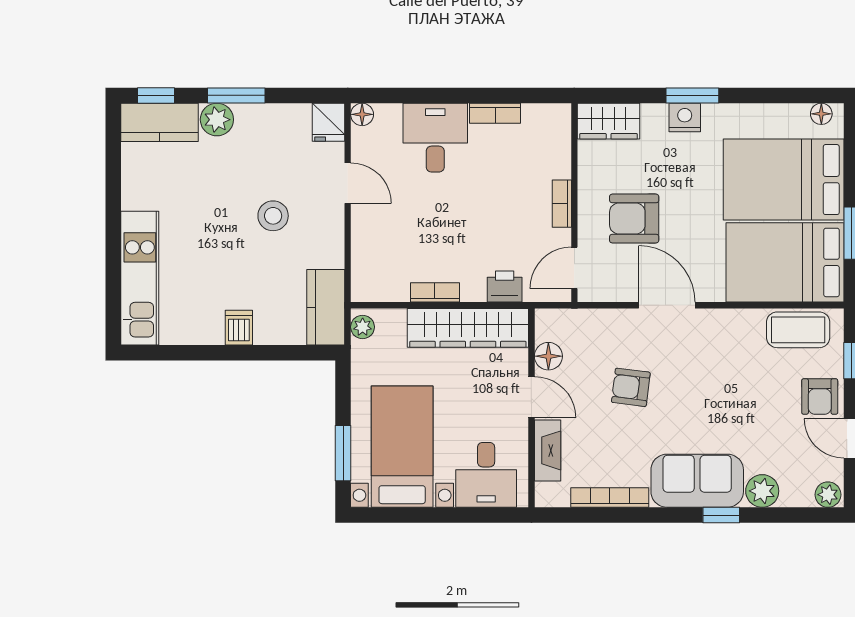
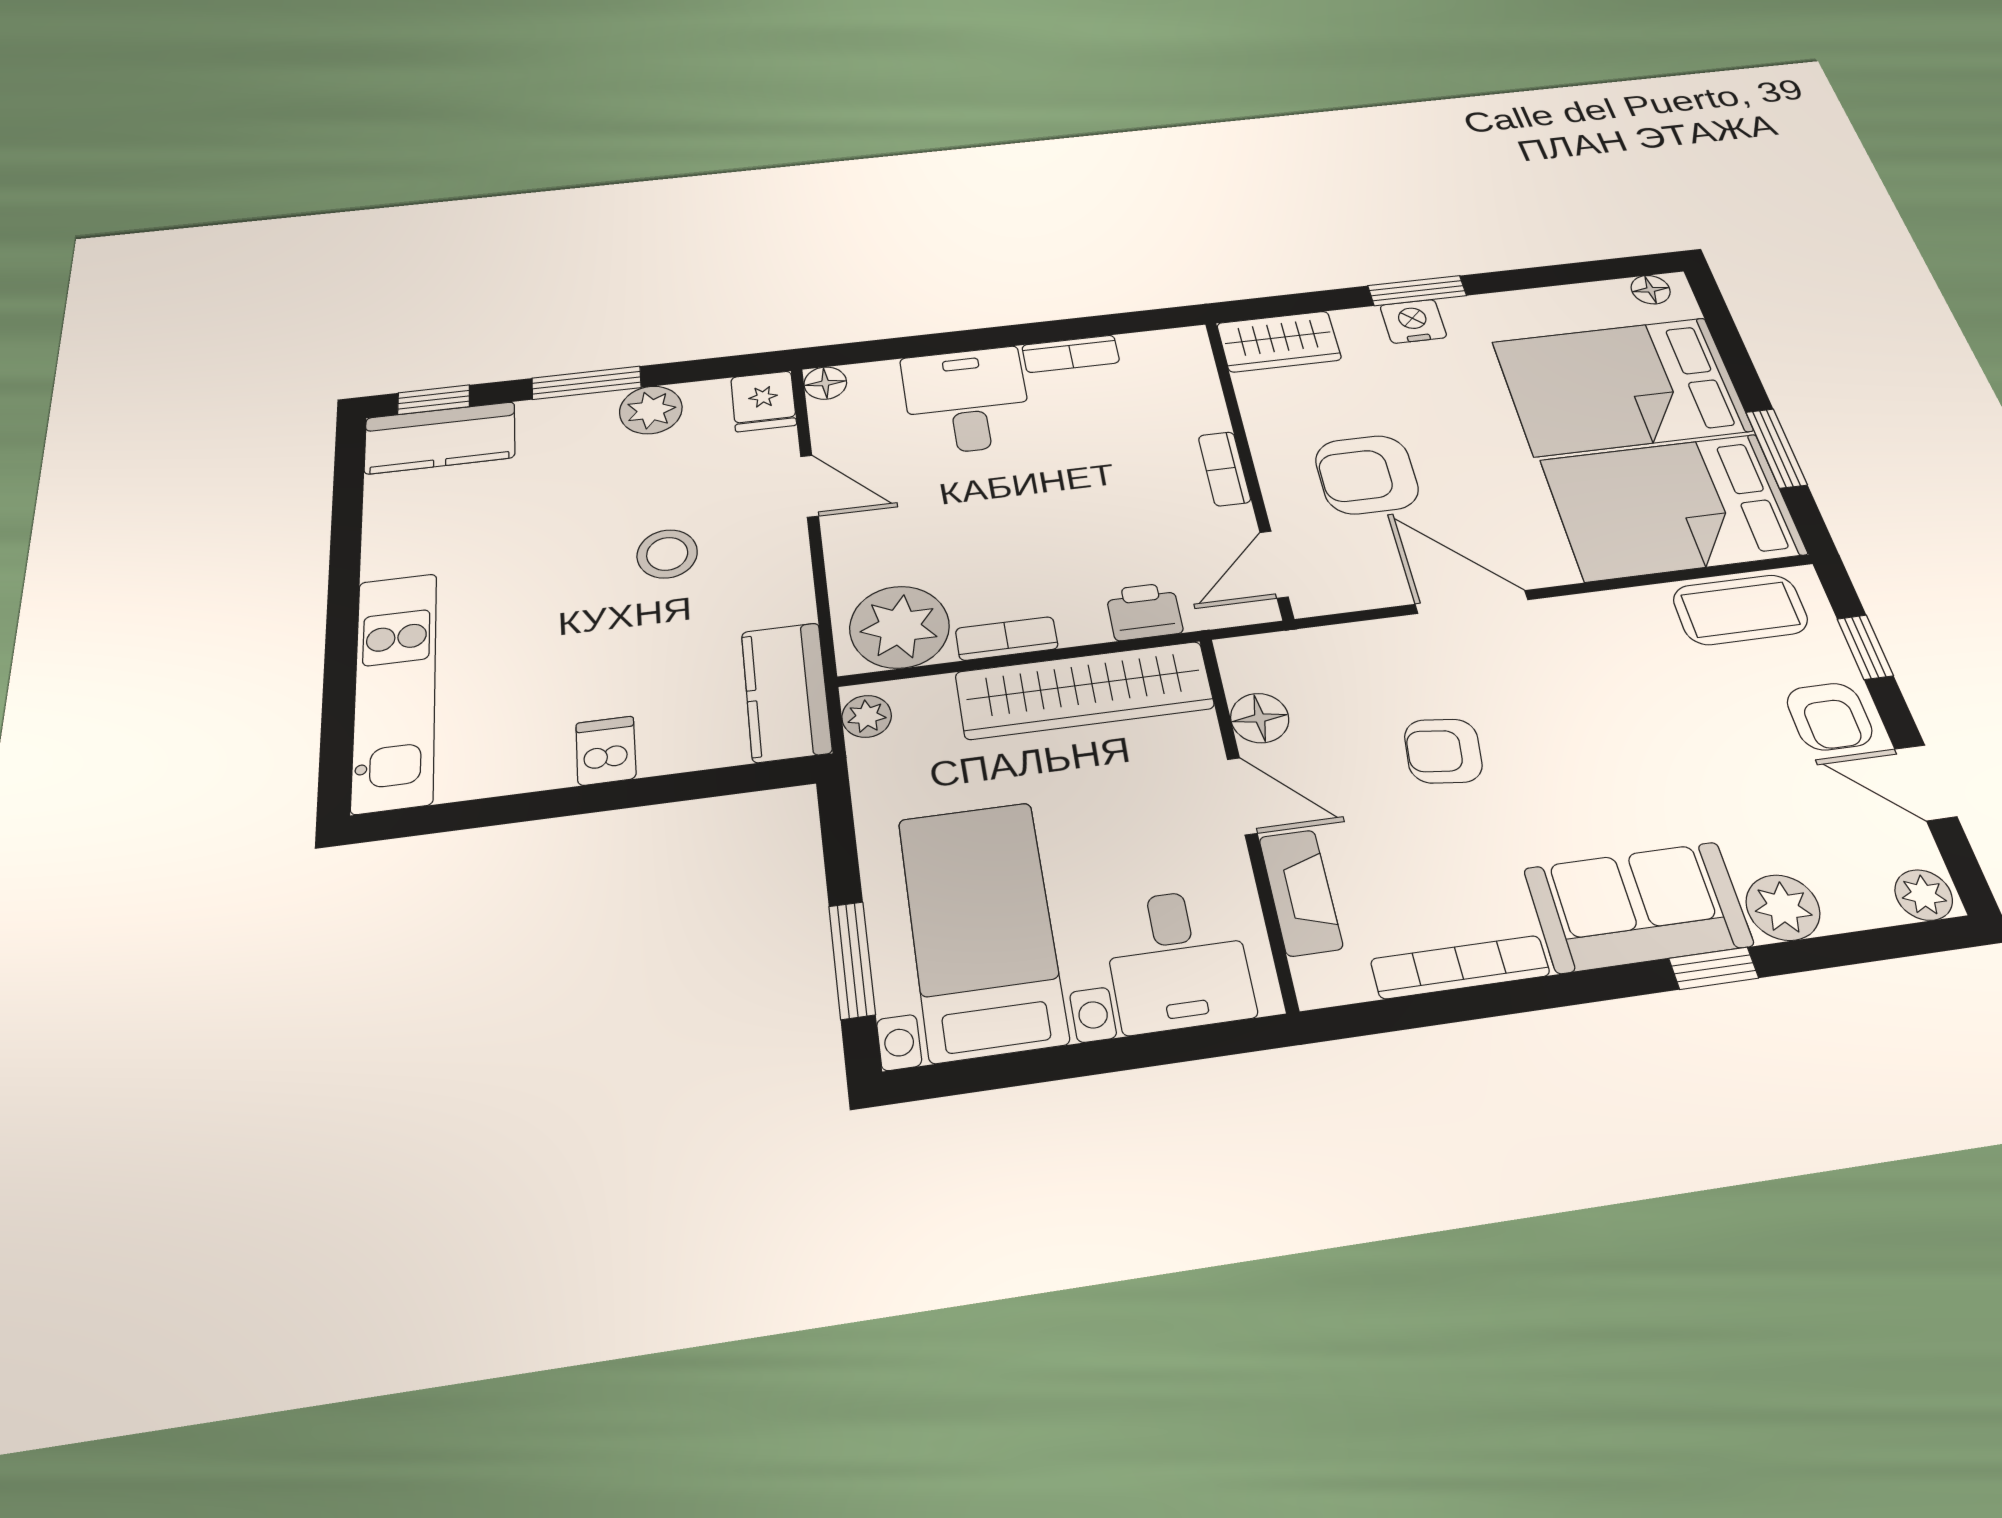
plant: (217, 120) -> (651, 410), moved
plant: (384, 278) -> (899, 627), added

